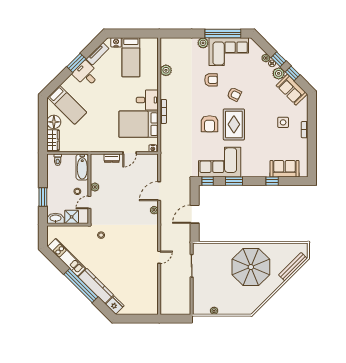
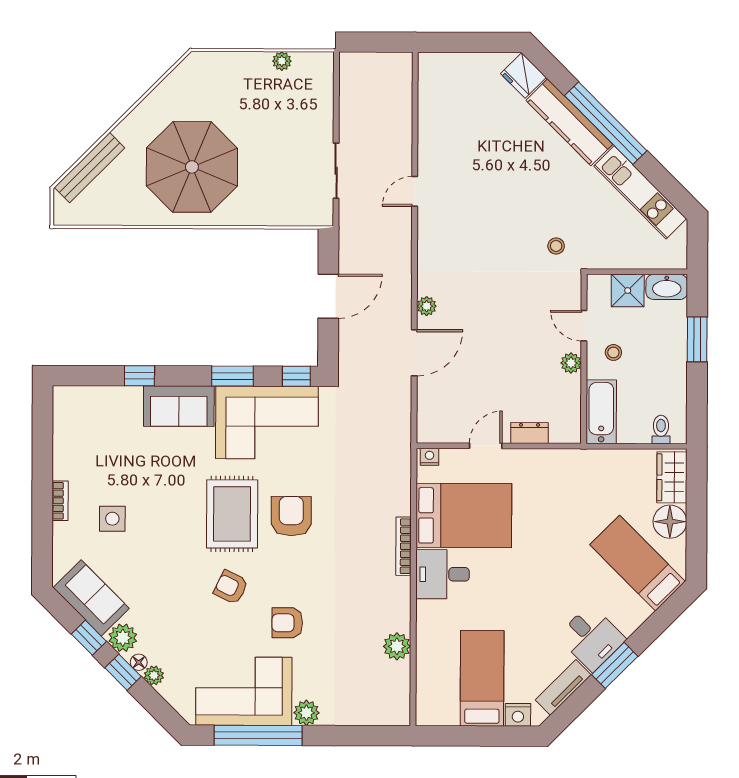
sofa: (285, 169) -> (179, 406), moved
door: (89, 202) -> (584, 326), swing flipped

